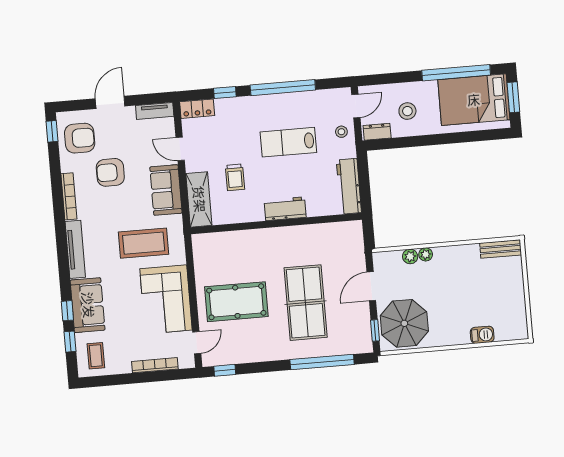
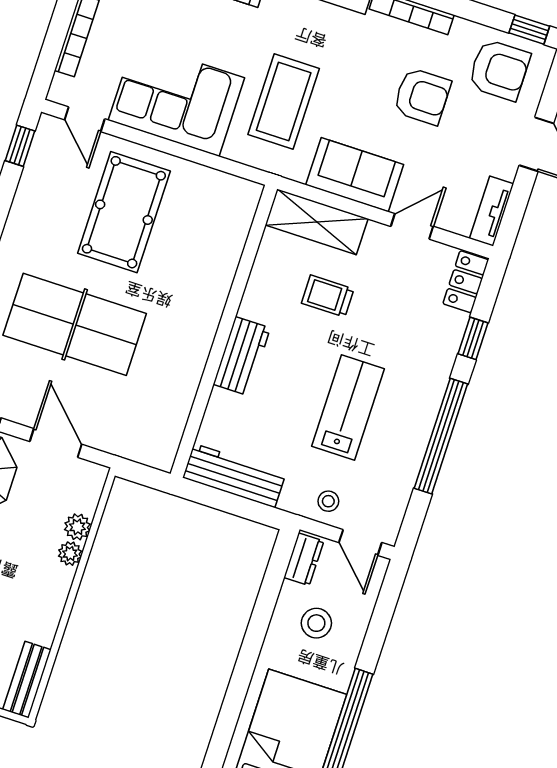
armchair: (80, 138) -> (499, 70), turned -90
armchair: (110, 172) -> (422, 96), turned 90

